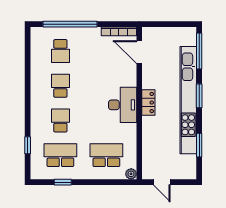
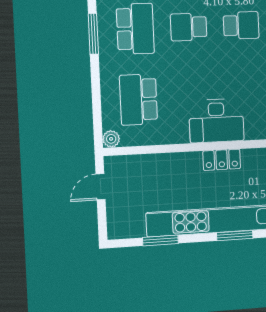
school desk: (60, 120) -> (189, 27), turned 180
school desk: (106, 155) -> (139, 100), turned 180
window: (63, 182) -> (93, 34), width x1.50

